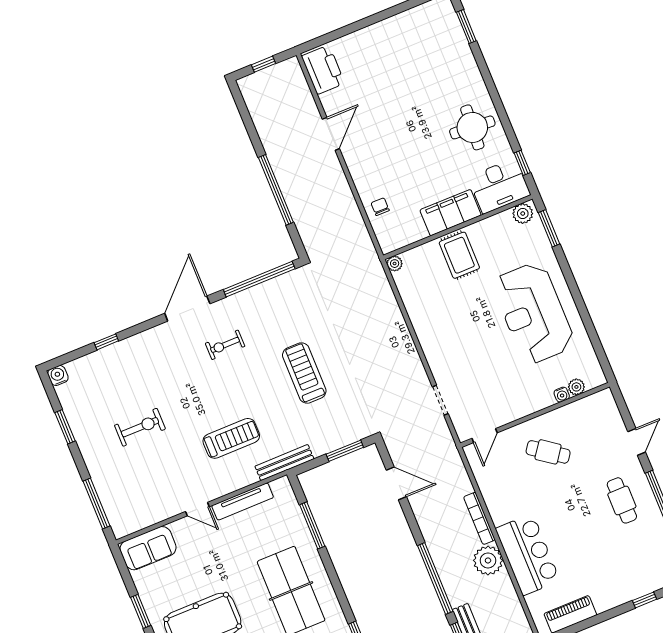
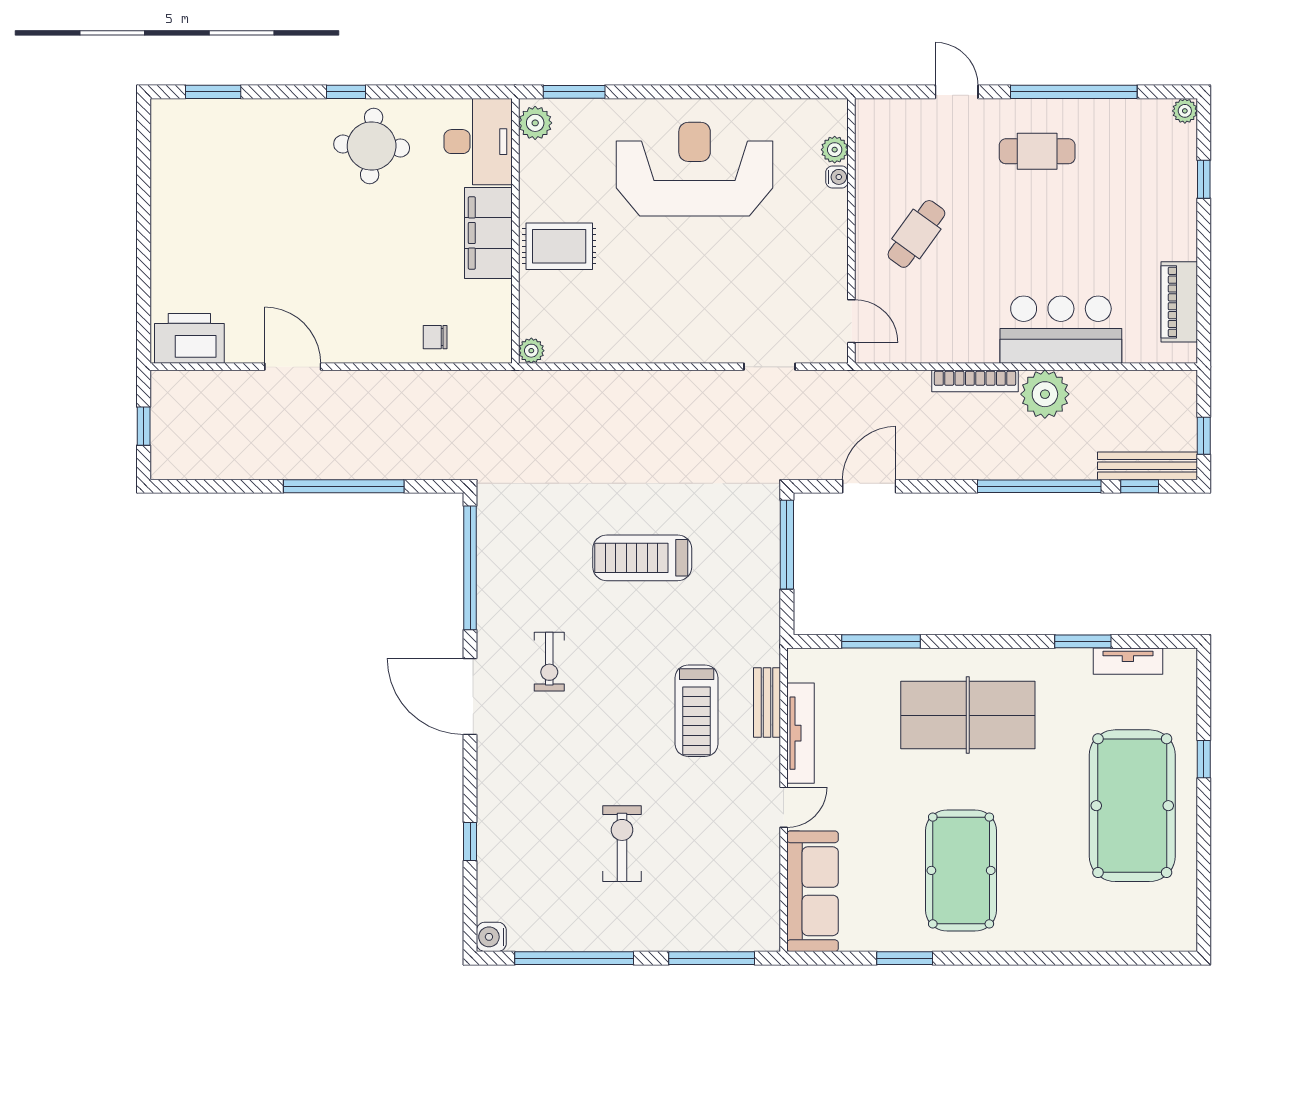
window: (522, 163) -> (346, 92), moved
reception desk: (533, 313) -> (695, 169), turned 180
window: (65, 427) -> (574, 958), width x2.11
treadmill: (231, 438) -> (697, 711), turned 180
window: (345, 451) -> (787, 545), width x1.44
bench: (284, 463) -> (767, 703), moved, width x0.73
sofa: (148, 548) -> (812, 891), width x1.36

